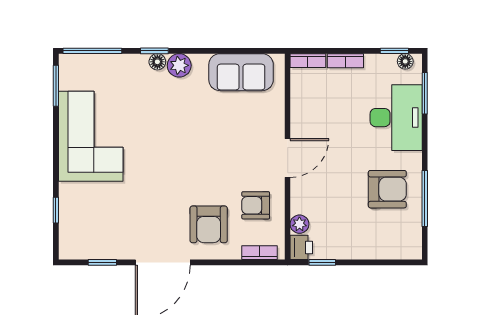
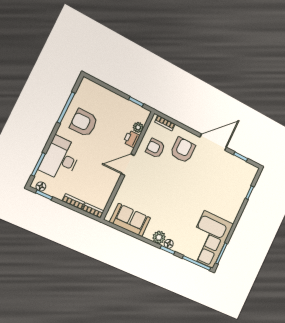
corner sofa: (91, 136) -> (209, 239), moved
armchair: (256, 205) -> (155, 148), turned 180
printer: (301, 247) -> (131, 139), moved

